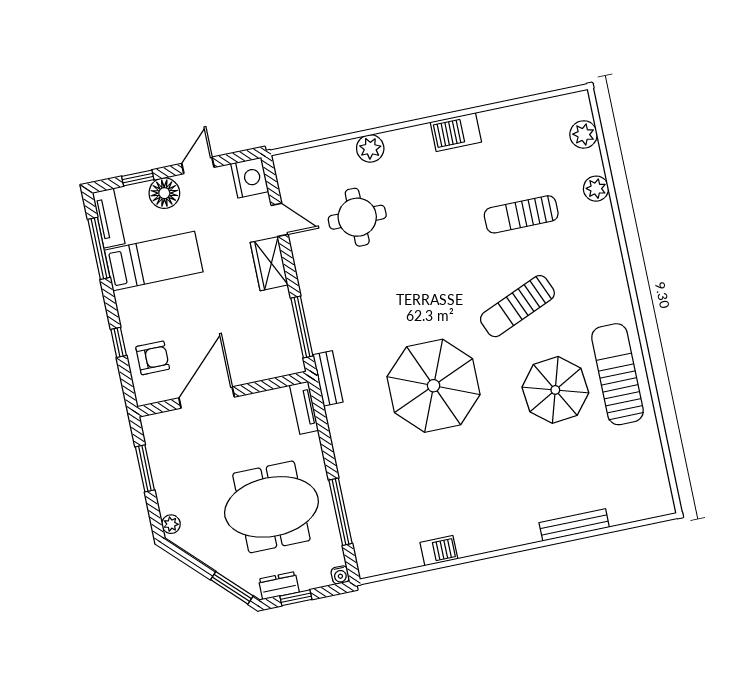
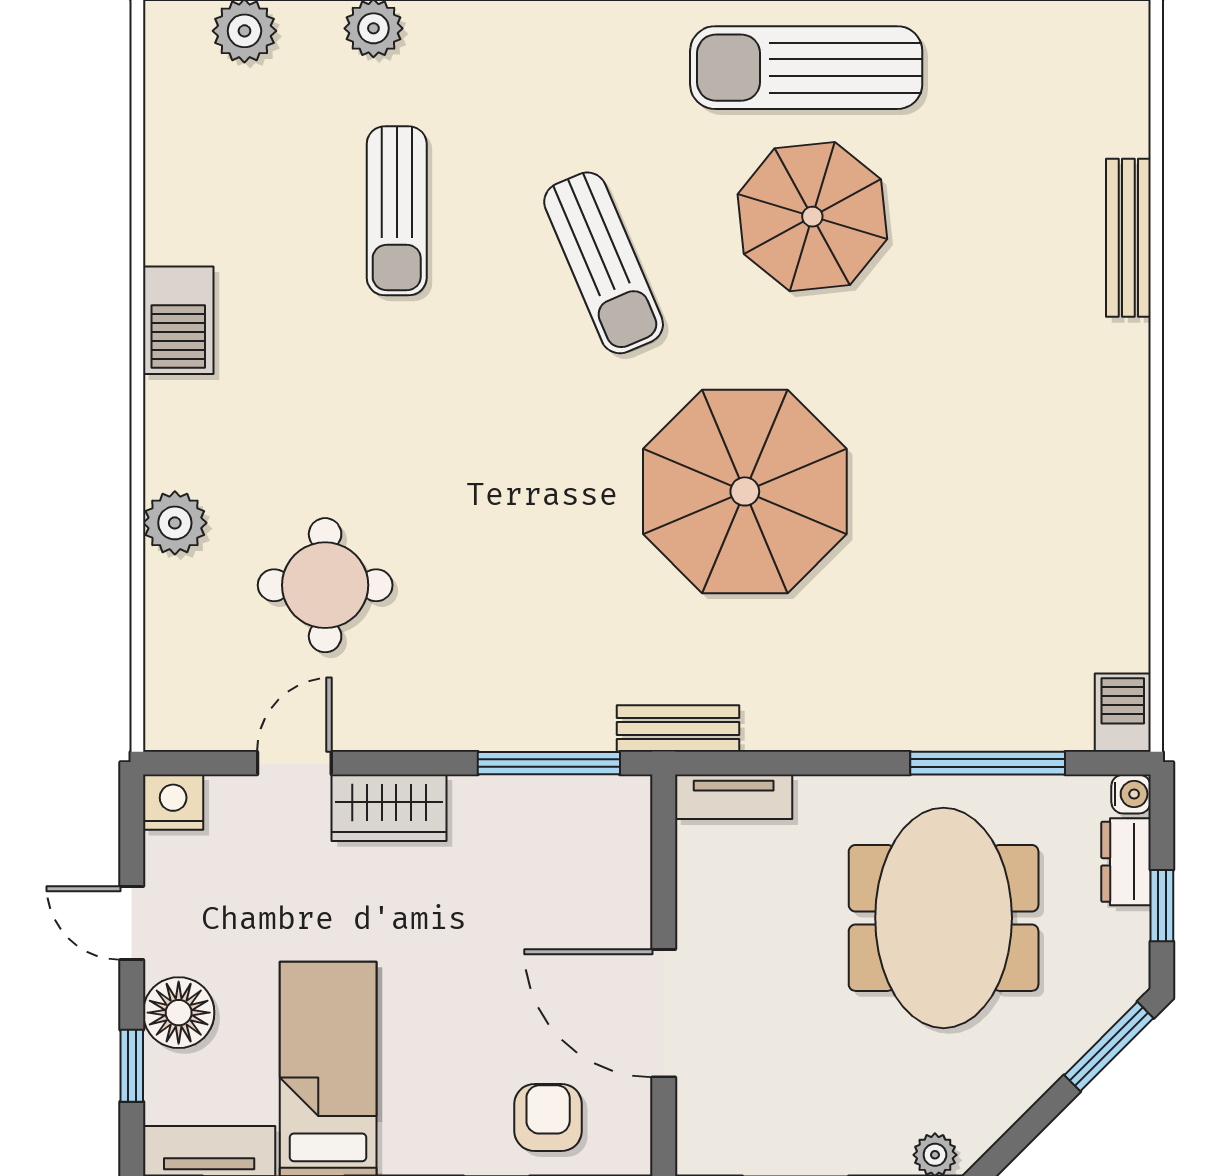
nightstand: (250, 178) -> (173, 802), width x0.74, depth x0.75
barbecue: (439, 551) -> (1123, 713), moved
dresser: (279, 586) -> (1126, 862), moved

